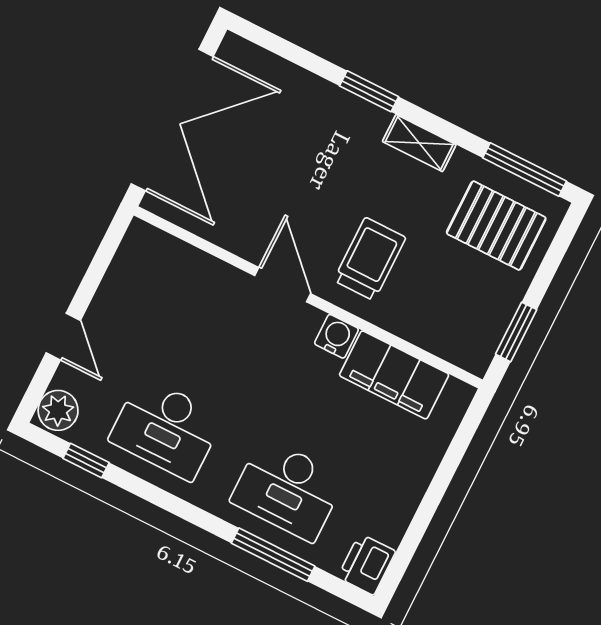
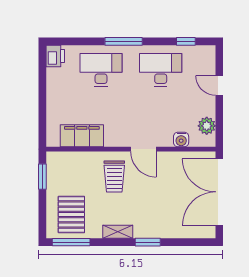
pallet: (496, 226) -> (71, 214), turned 90
water cooler: (336, 336) -> (181, 140), moved
plant: (58, 410) -> (207, 126), moved
window: (273, 555) -> (124, 41), moved

